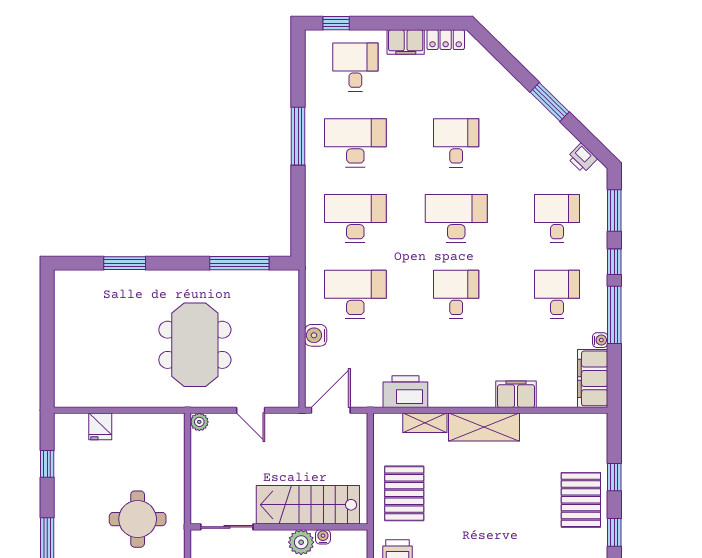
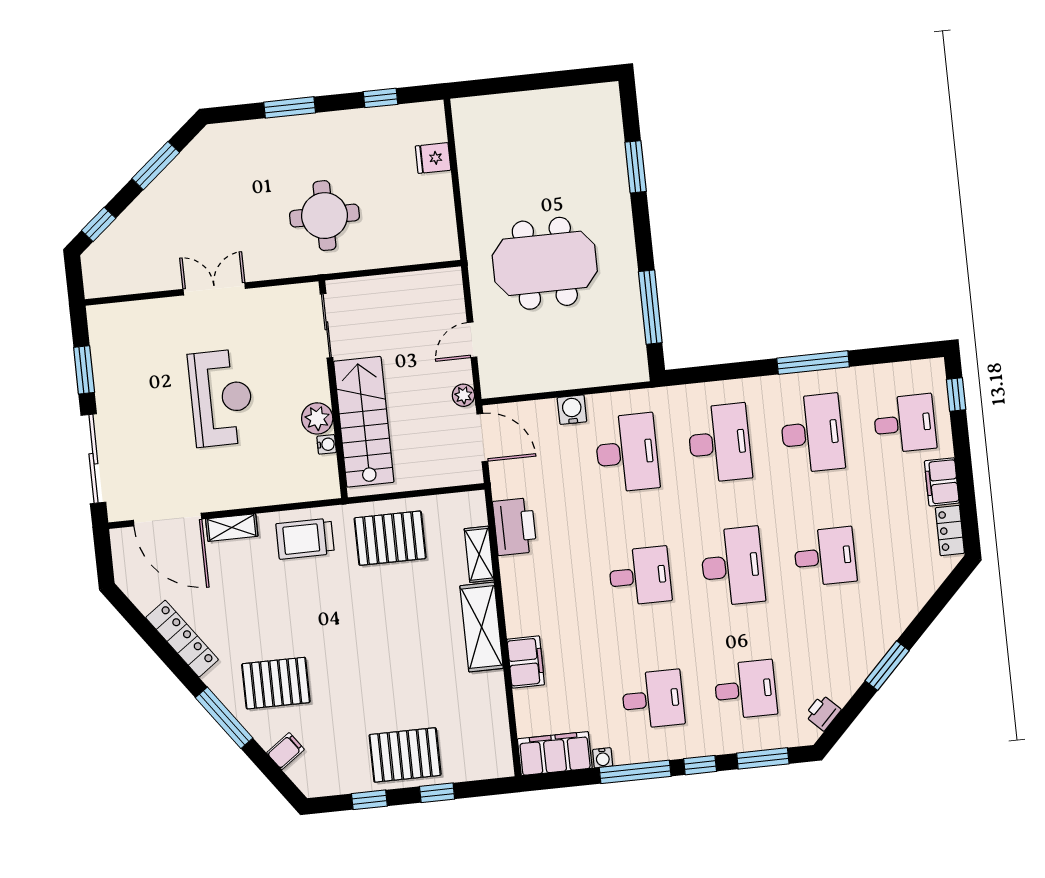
plant: (199, 422) -> (463, 395), moved

